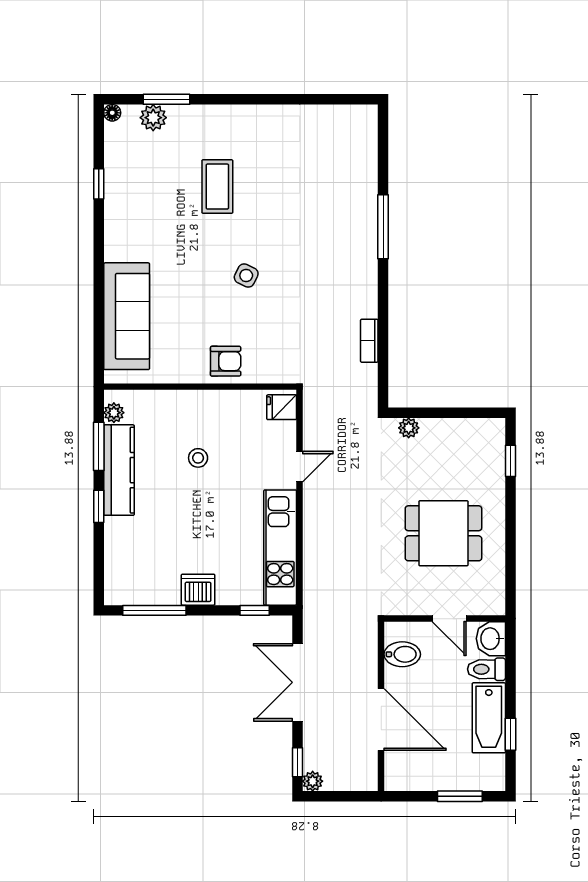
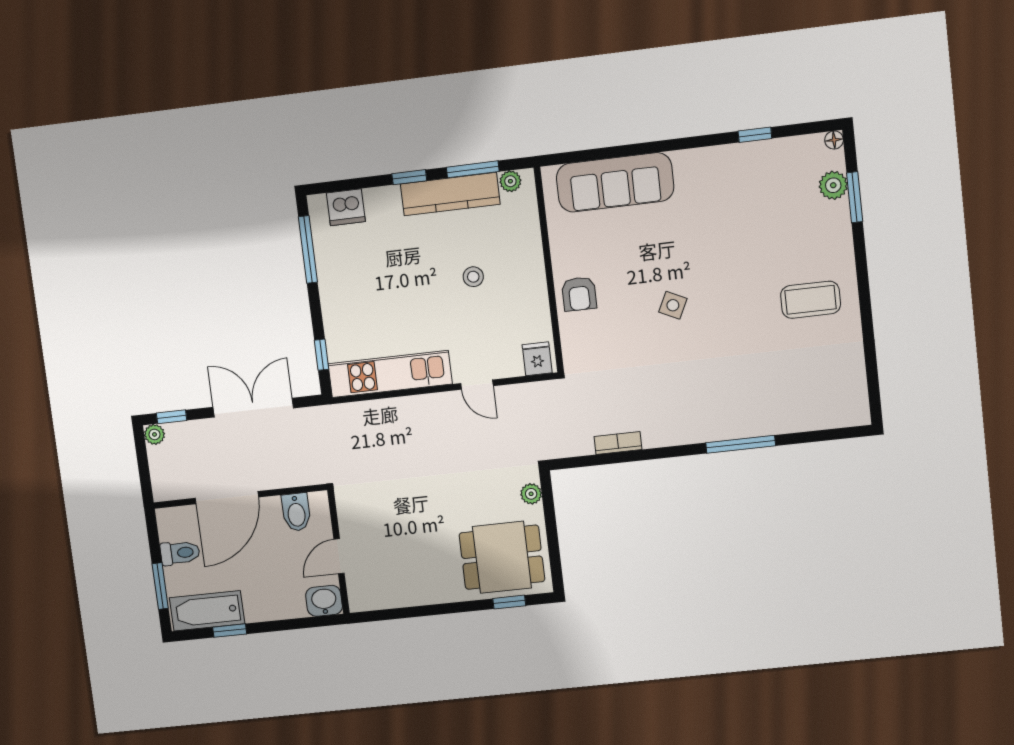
coffee table: (217, 187) -> (811, 300), moved
dining table: (443, 533) -> (502, 557), moved, turned 90
dishwasher: (198, 590) -> (346, 207), moved, turned 90
toilet: (487, 669) -> (180, 553), moved, turned 90
bathtub: (489, 718) -> (207, 611), moved

